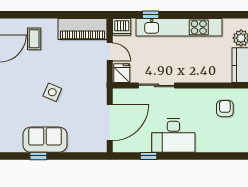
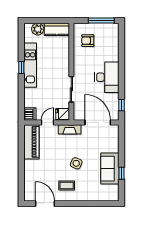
window: (151, 15) -> (21, 67), moved
kitchen unit: (179, 27) -> (30, 65), width x0.73
coffee table: (34, 39) -> (67, 186), moved
fireplace: (100, 83) -> (70, 129), added
window: (149, 156) -> (122, 105), moved

